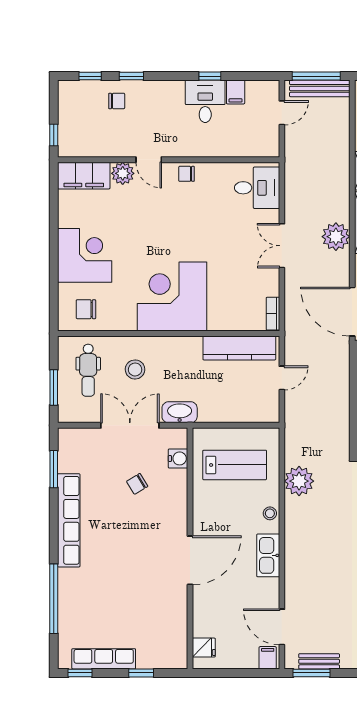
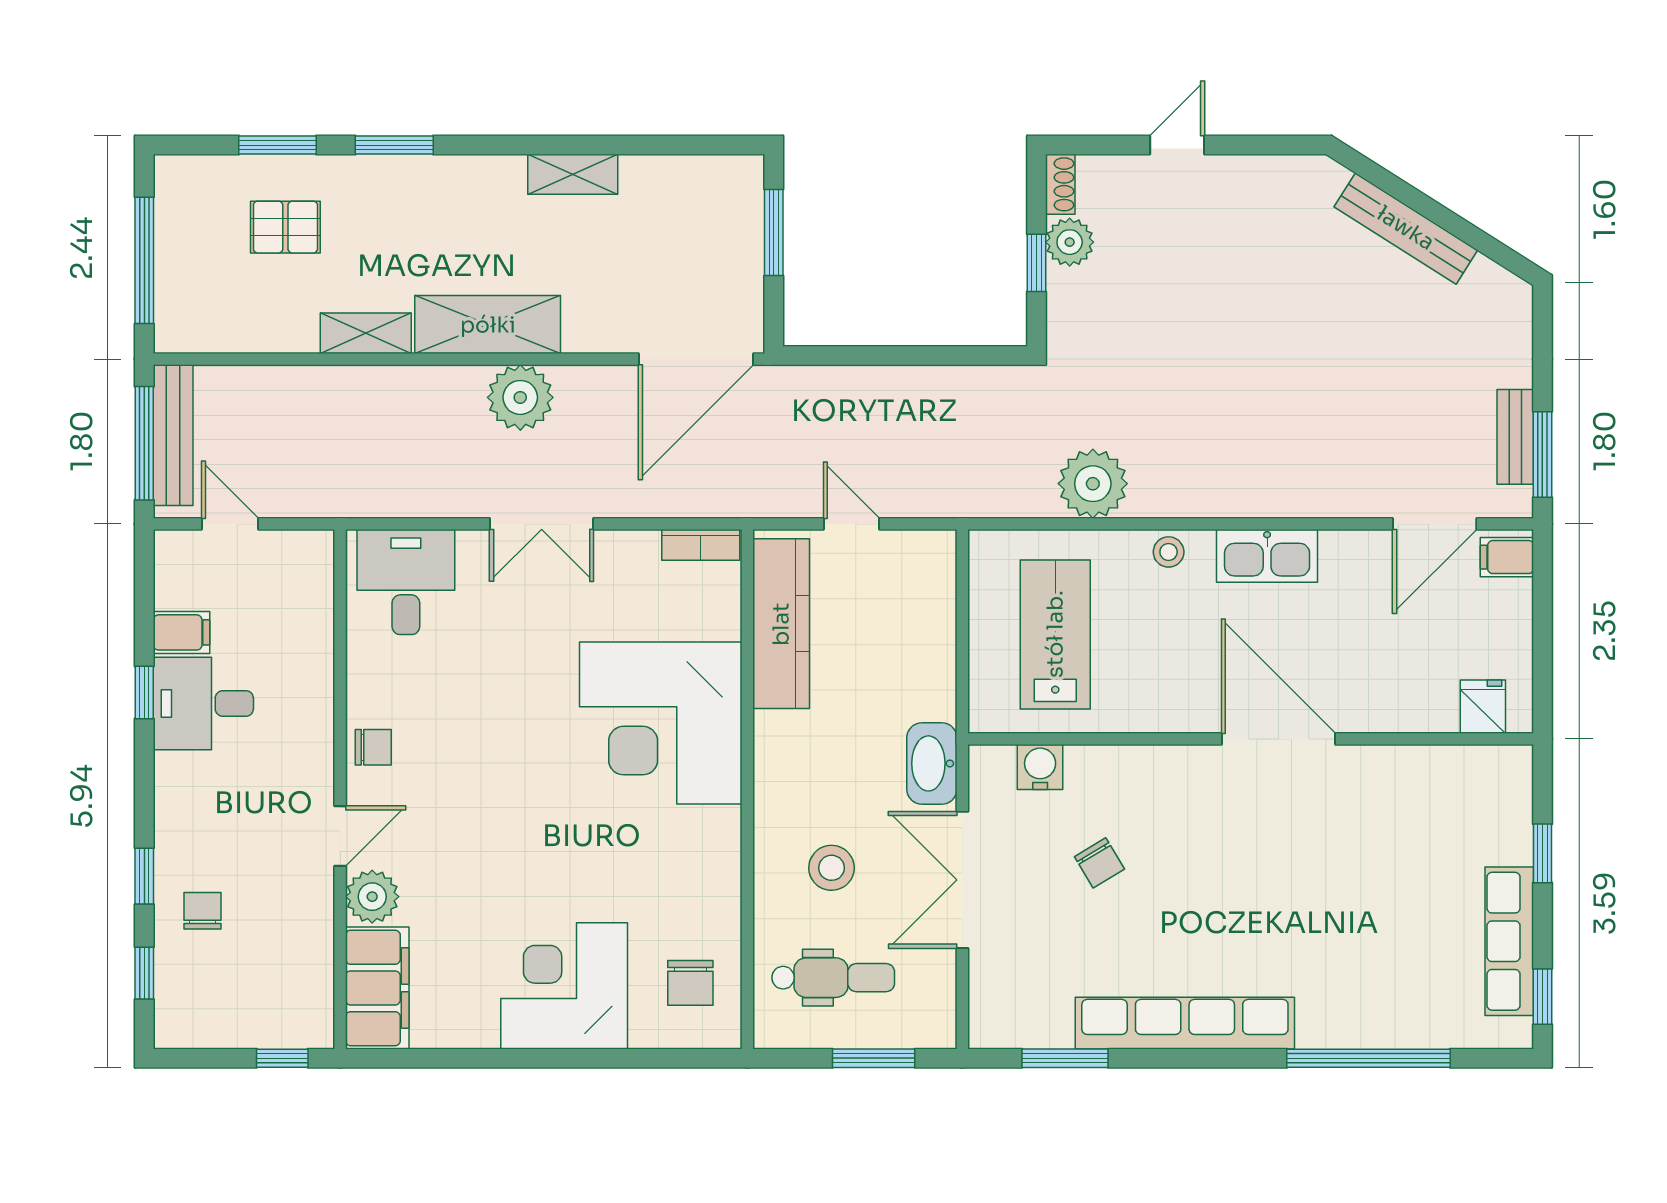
chair: (187, 174) -> (373, 747), turned -90
corner desk: (172, 297) -> (661, 723), moved

